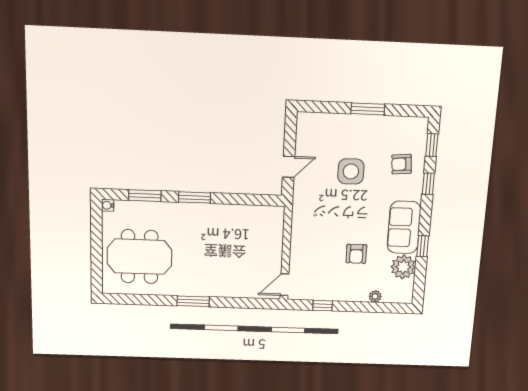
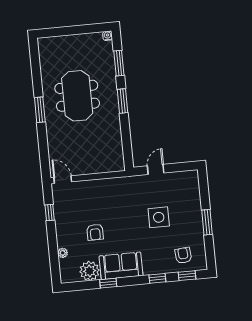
armchair: (402, 164) -> (183, 255), moved
door: (289, 167) -> (156, 169), swing flipped
armchair: (356, 254) -> (95, 232), turned -90
meeting table: (139, 257) -> (77, 96), moved

